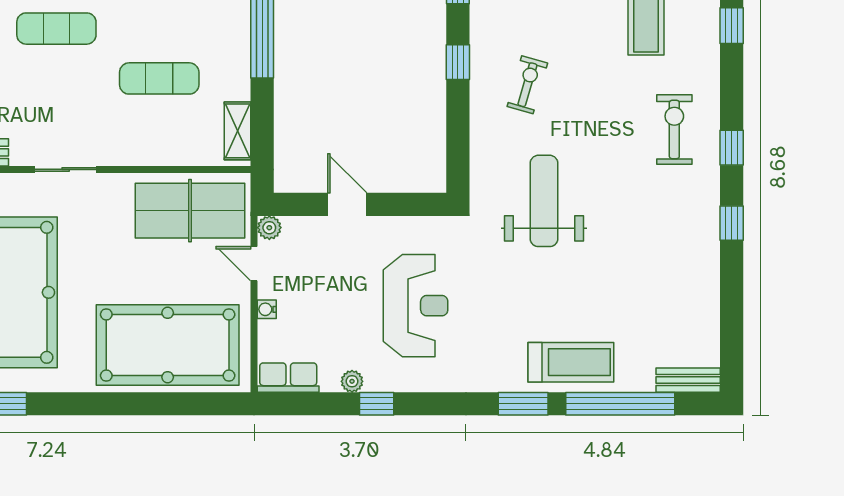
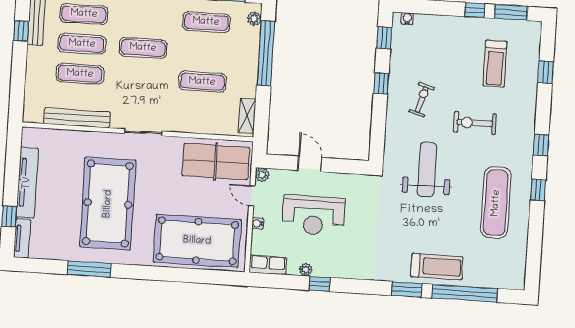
exercise bike: (674, 130) -> (475, 123), moved, turned -90
exercise mat: (663, 249) -> (496, 203), added
reception desk: (416, 306) -> (314, 215), moved, turned 90
bench: (688, 380) -> (506, 282), removed

